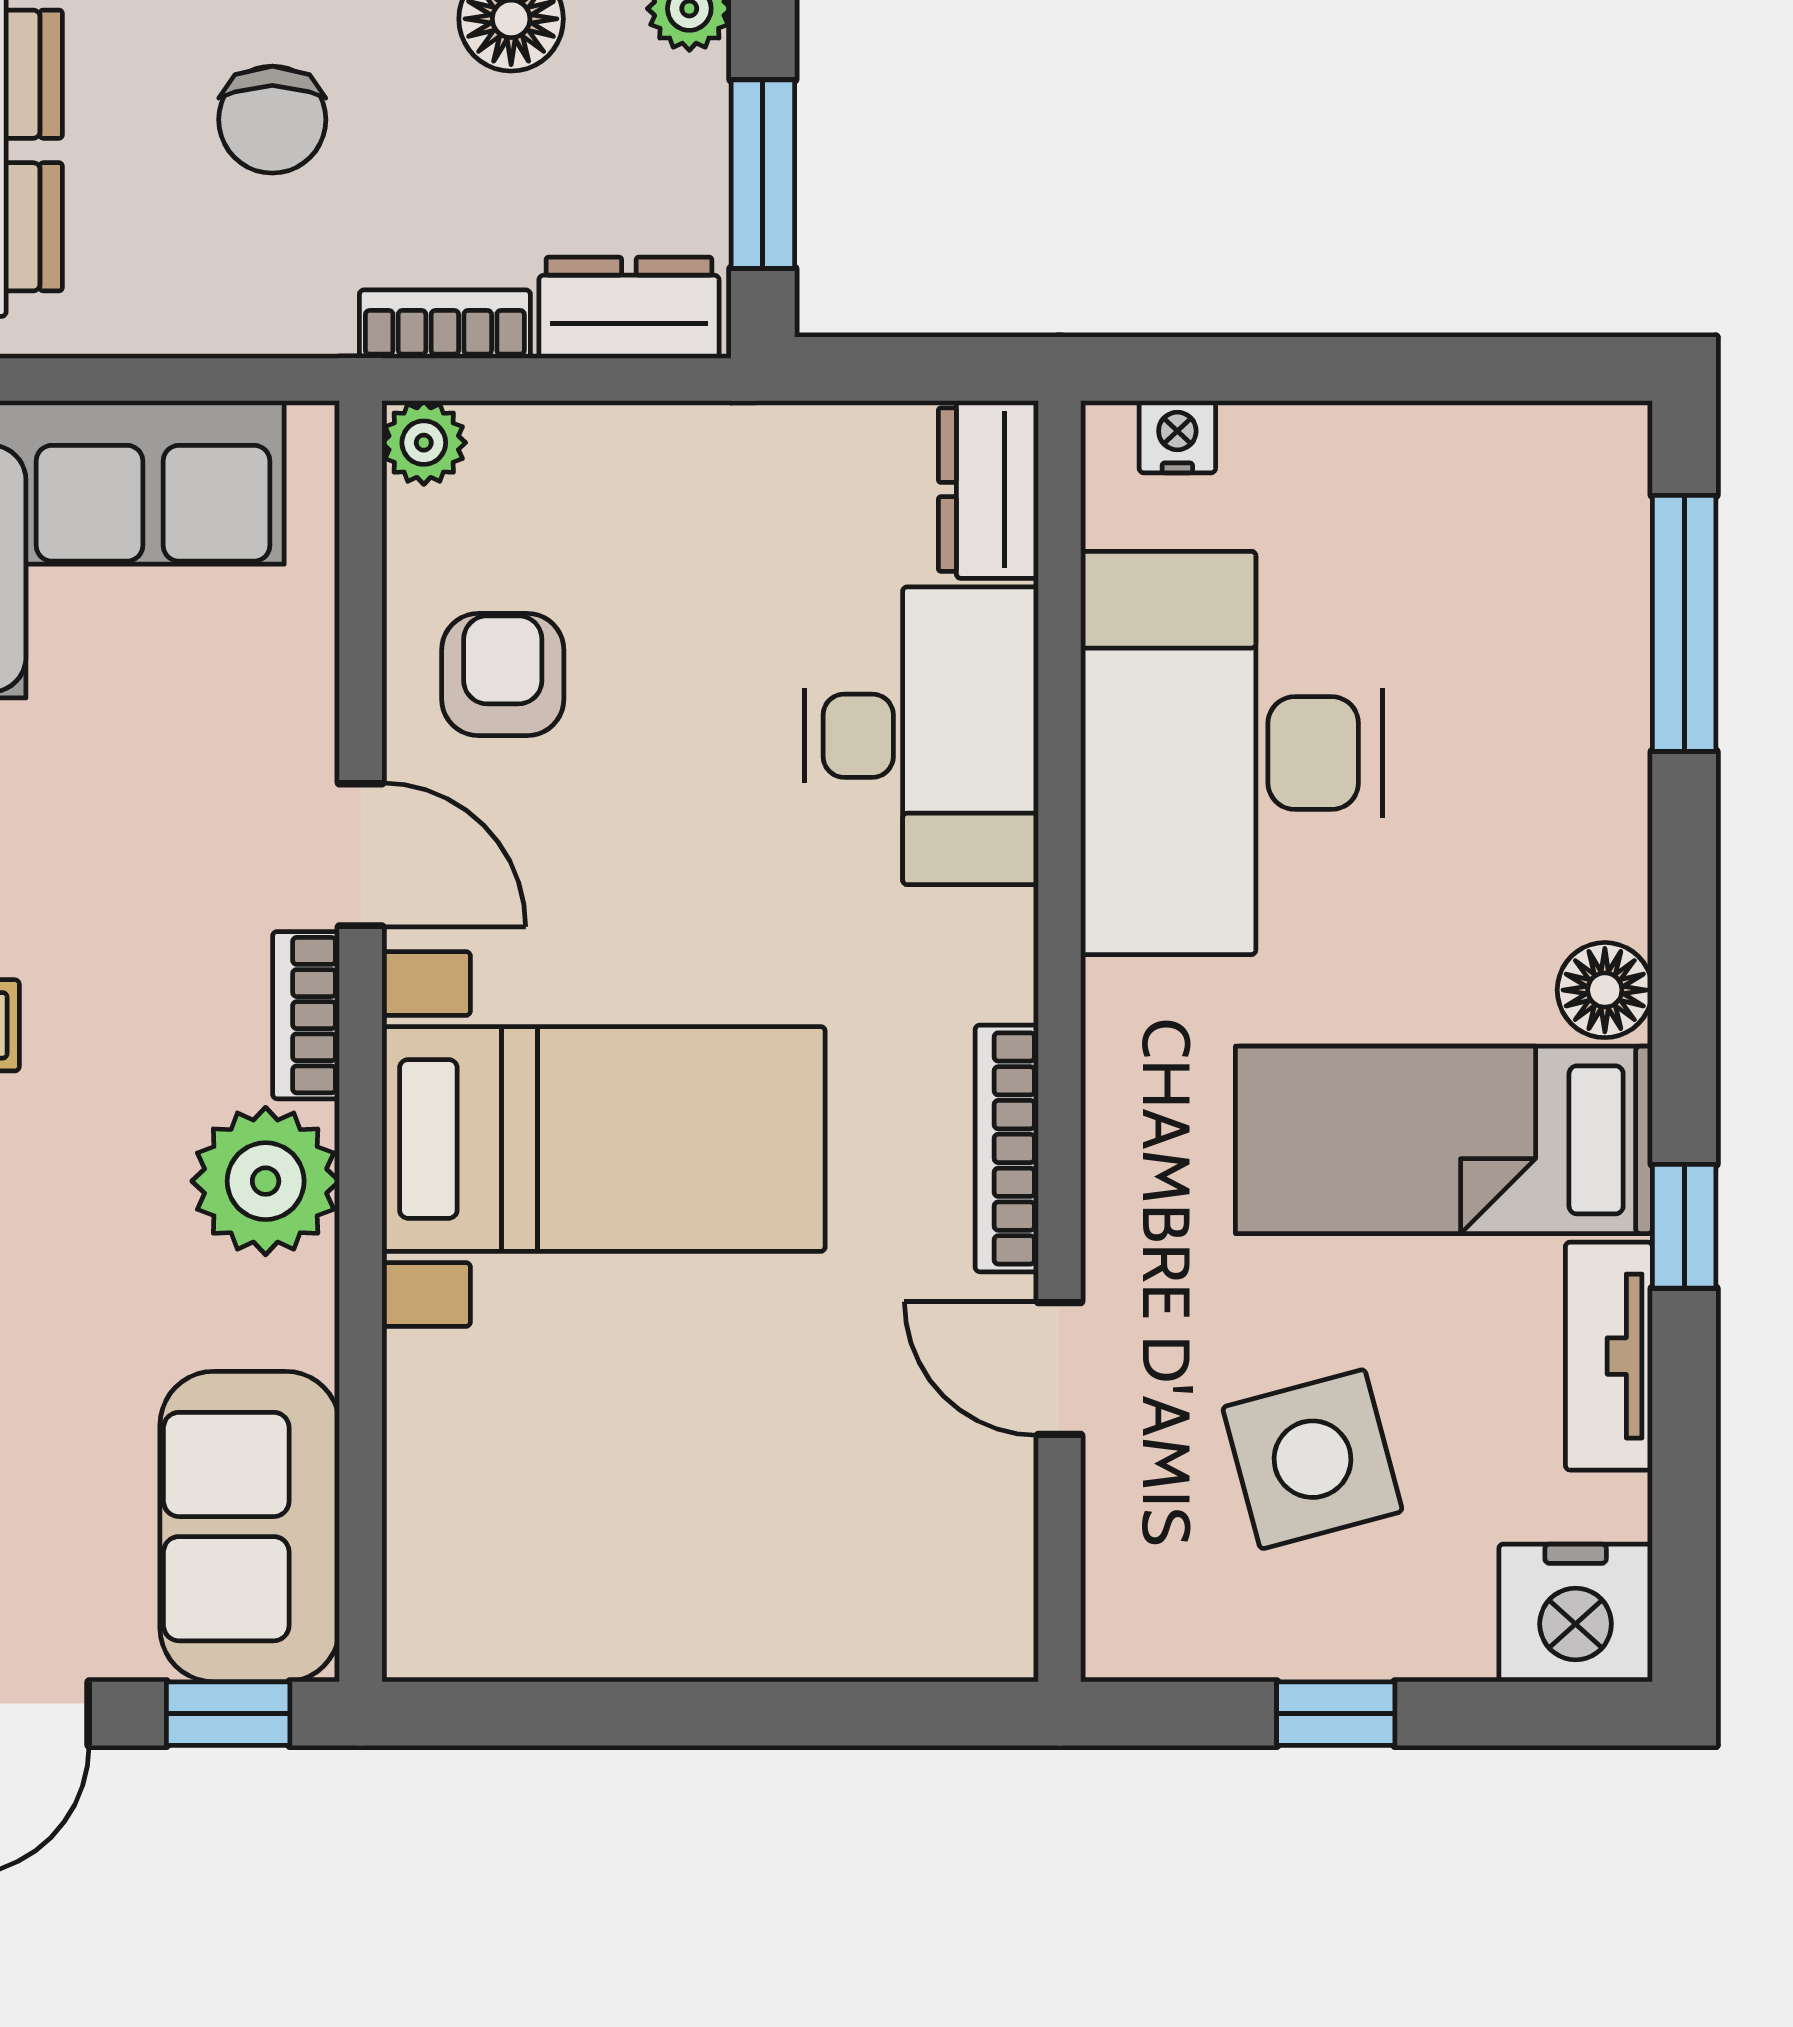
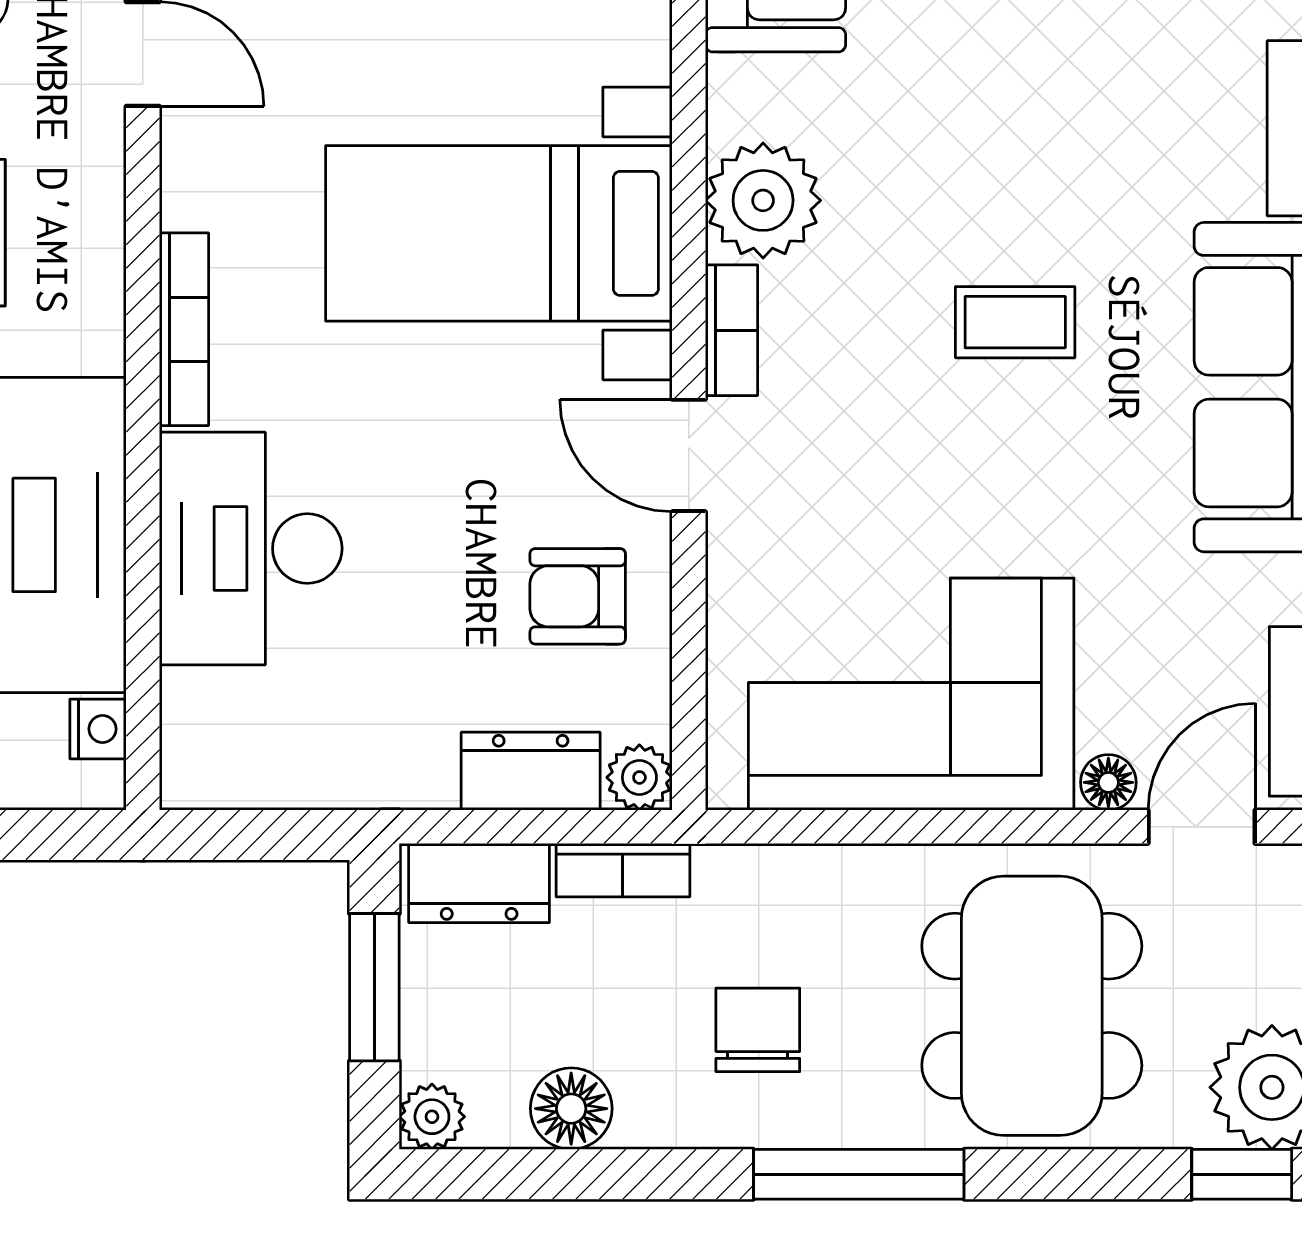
nightstand: (1177, 437) -> (98, 729), moved, turned -90
dresser: (988, 490) -> (531, 771), moved, turned -90
armchair: (503, 674) -> (578, 596), turned 90
bookcase: (1007, 1148) -> (184, 329), moved

